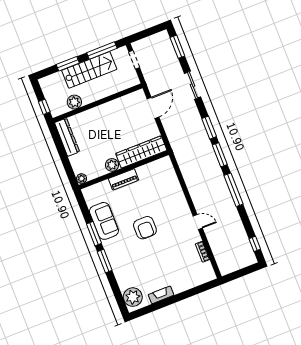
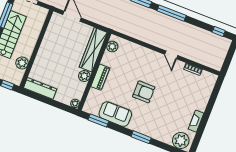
plant: (159, 166) -> (112, 46), added
door: (198, 222) -> (171, 55), swing flipped
window: (94, 234) -> (98, 121), moved

